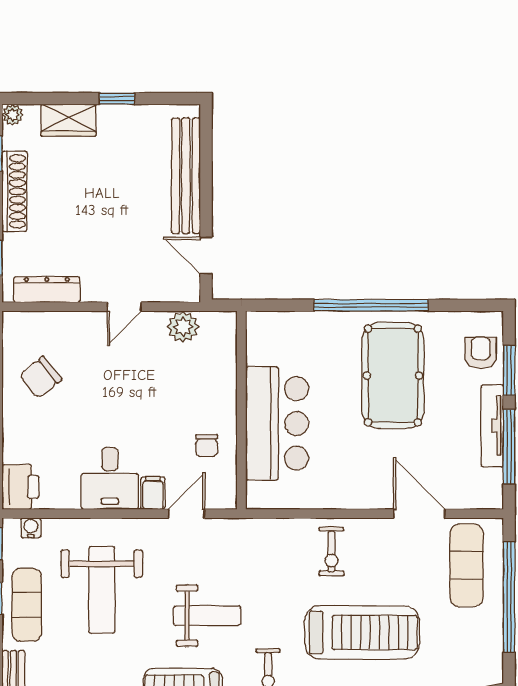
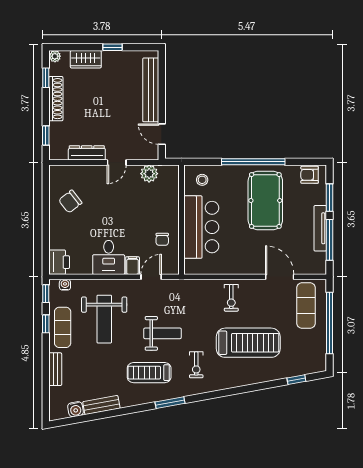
dresser: (47, 290) -> (87, 153), moved
stool: (279, 338) -> (202, 180), added
armchair: (481, 353) -> (310, 175), moved, turned -90

